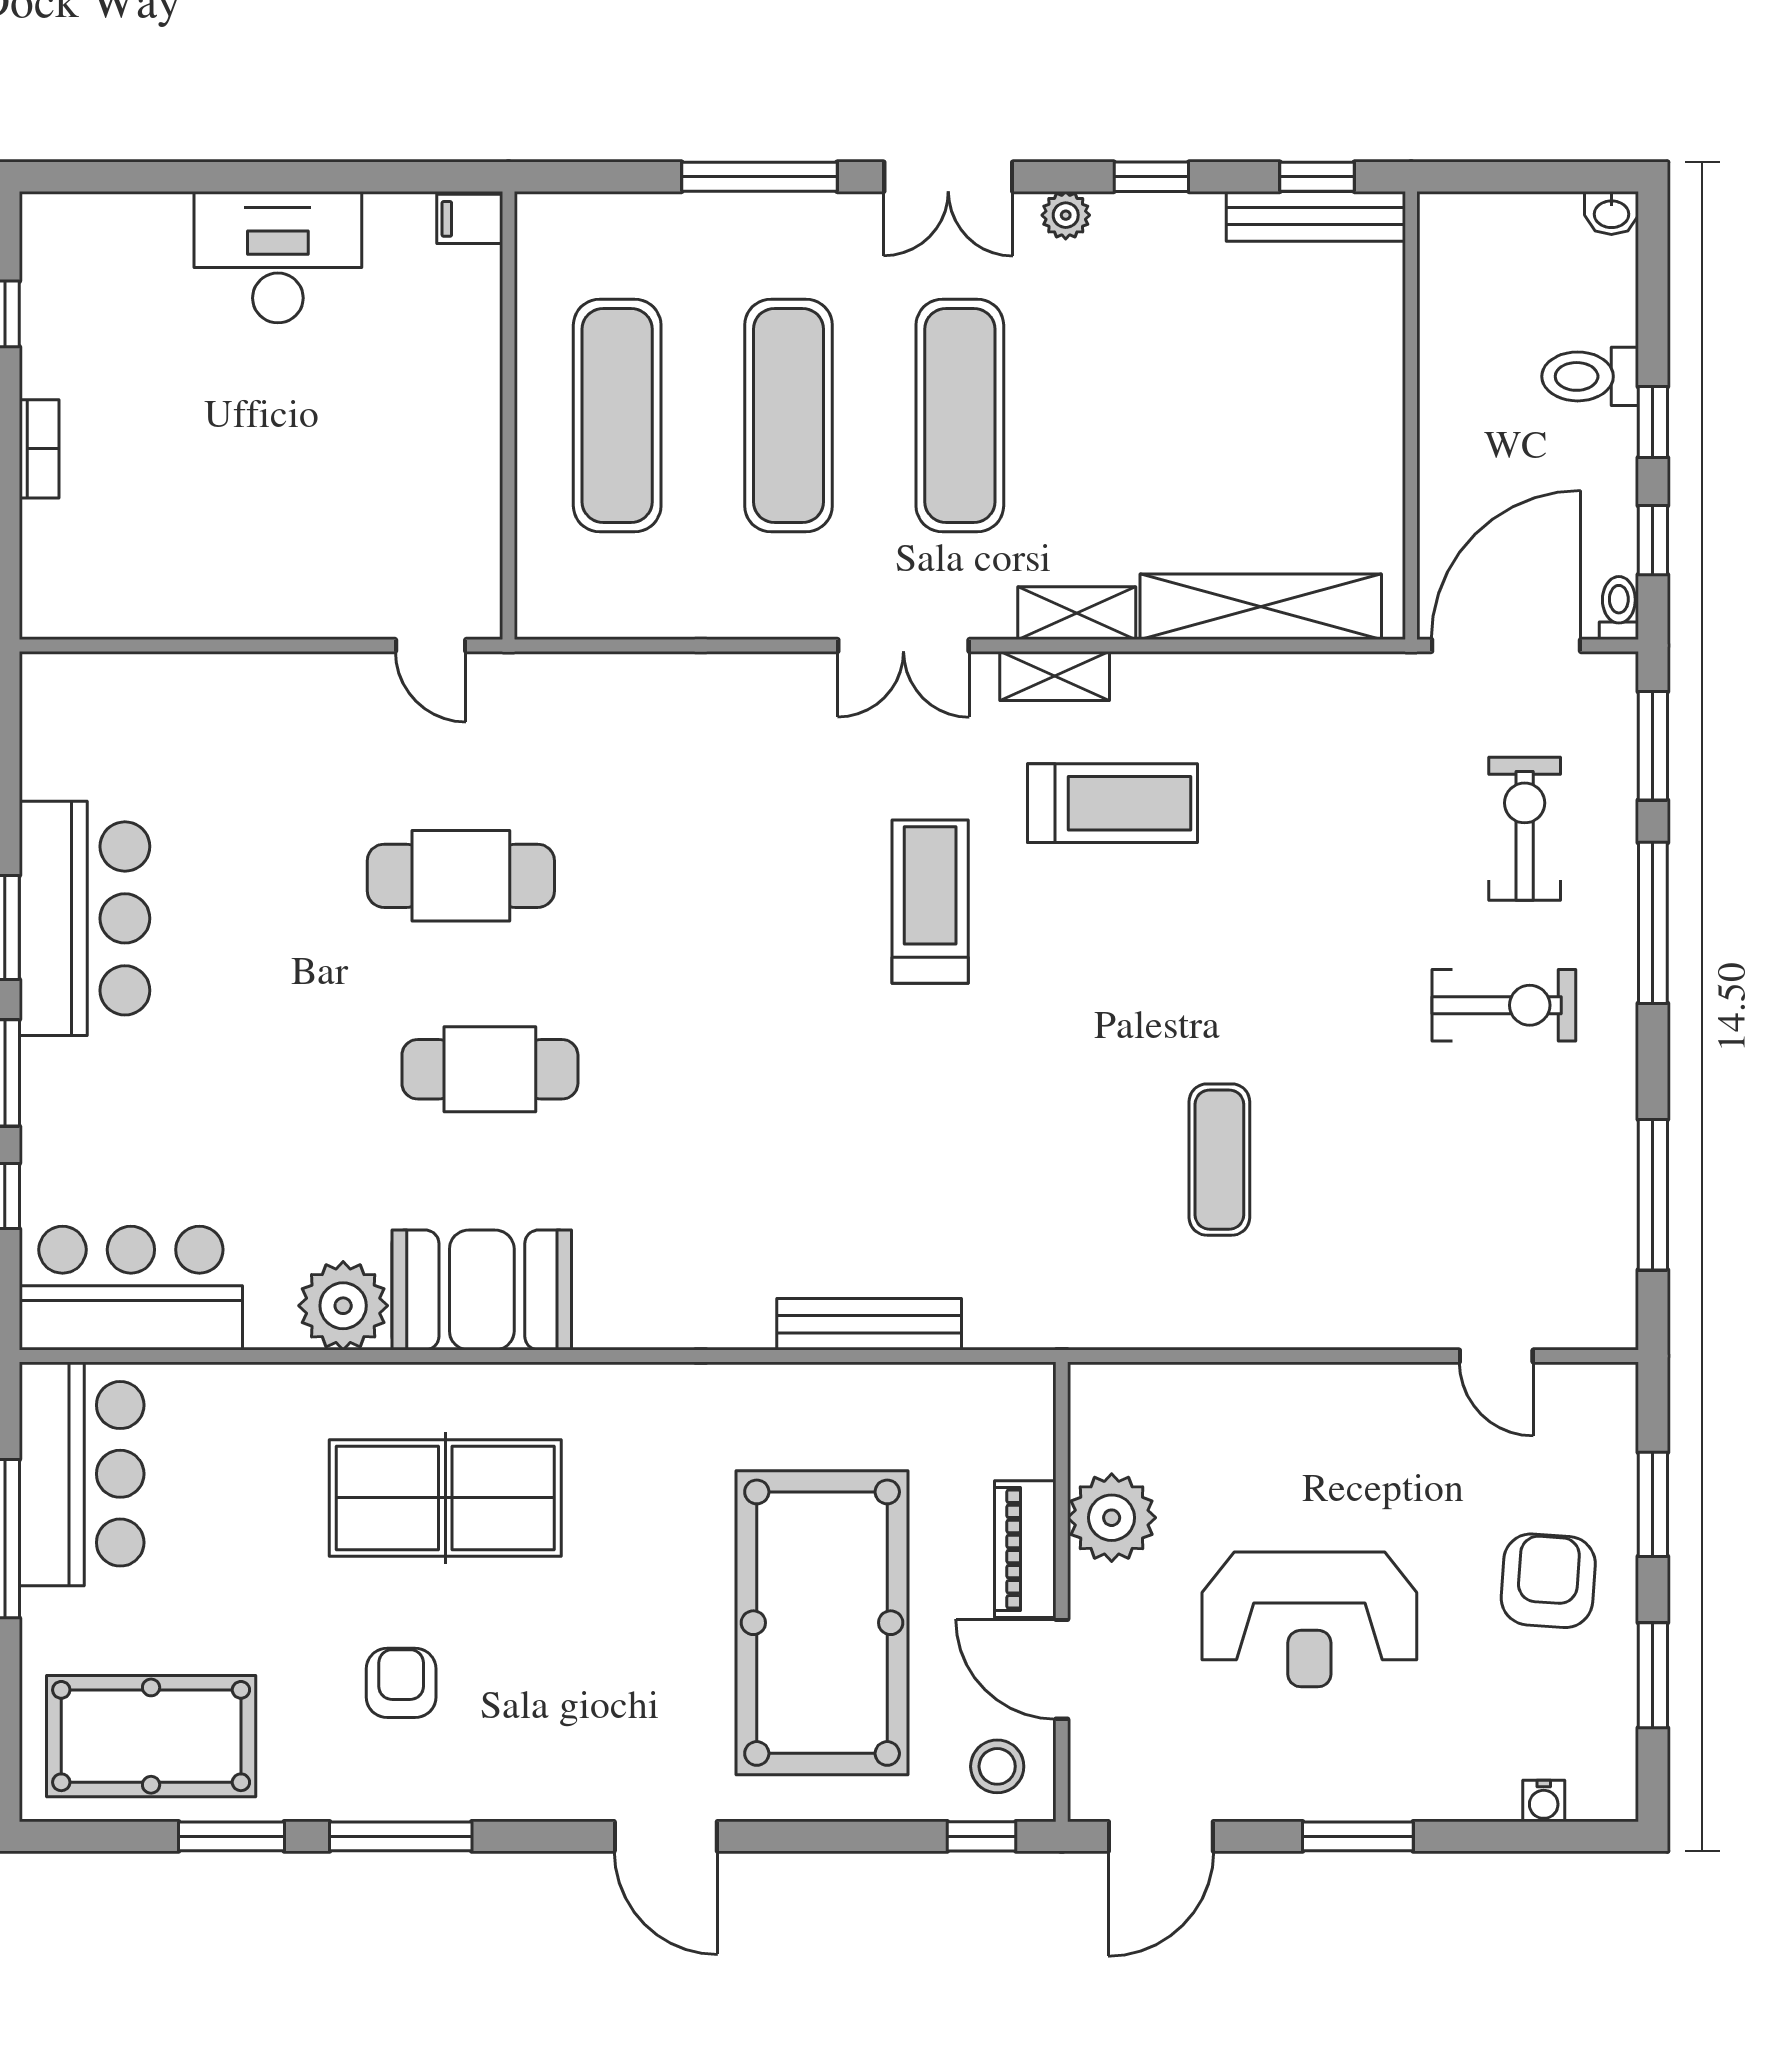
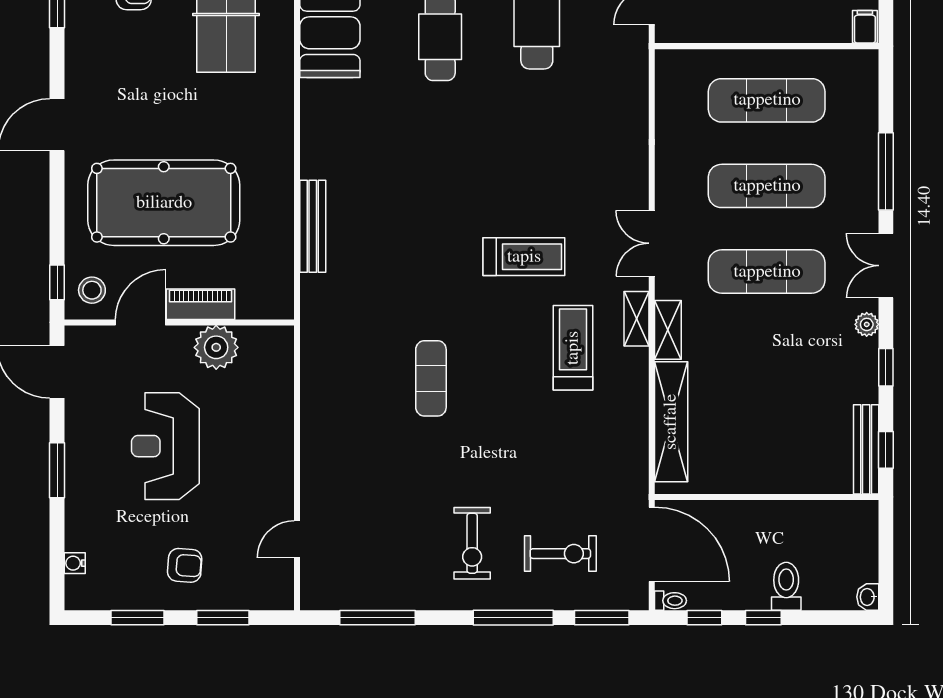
treadmill: (1112, 803) -> (573, 348), turned 180
exercise mat: (1219, 1160) -> (431, 378), moved, turned 90
armchair: (1548, 1581) -> (185, 565), width x0.72, depth x0.72

